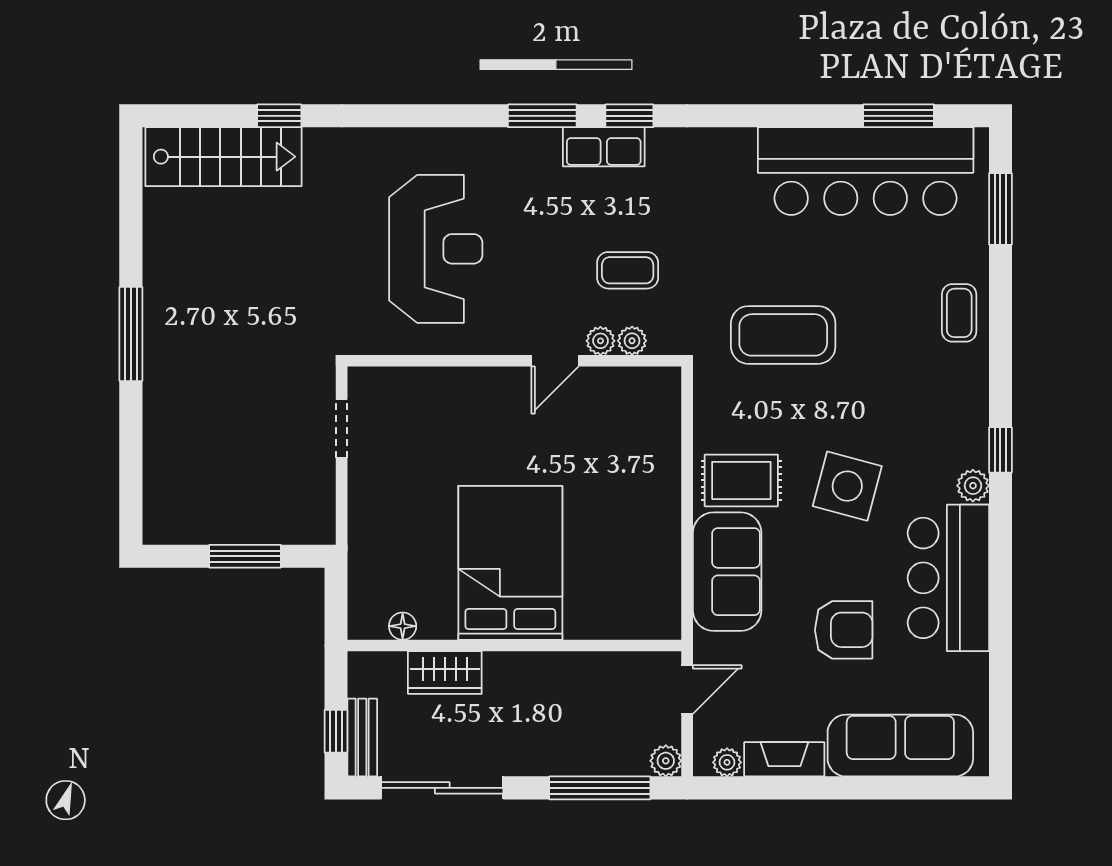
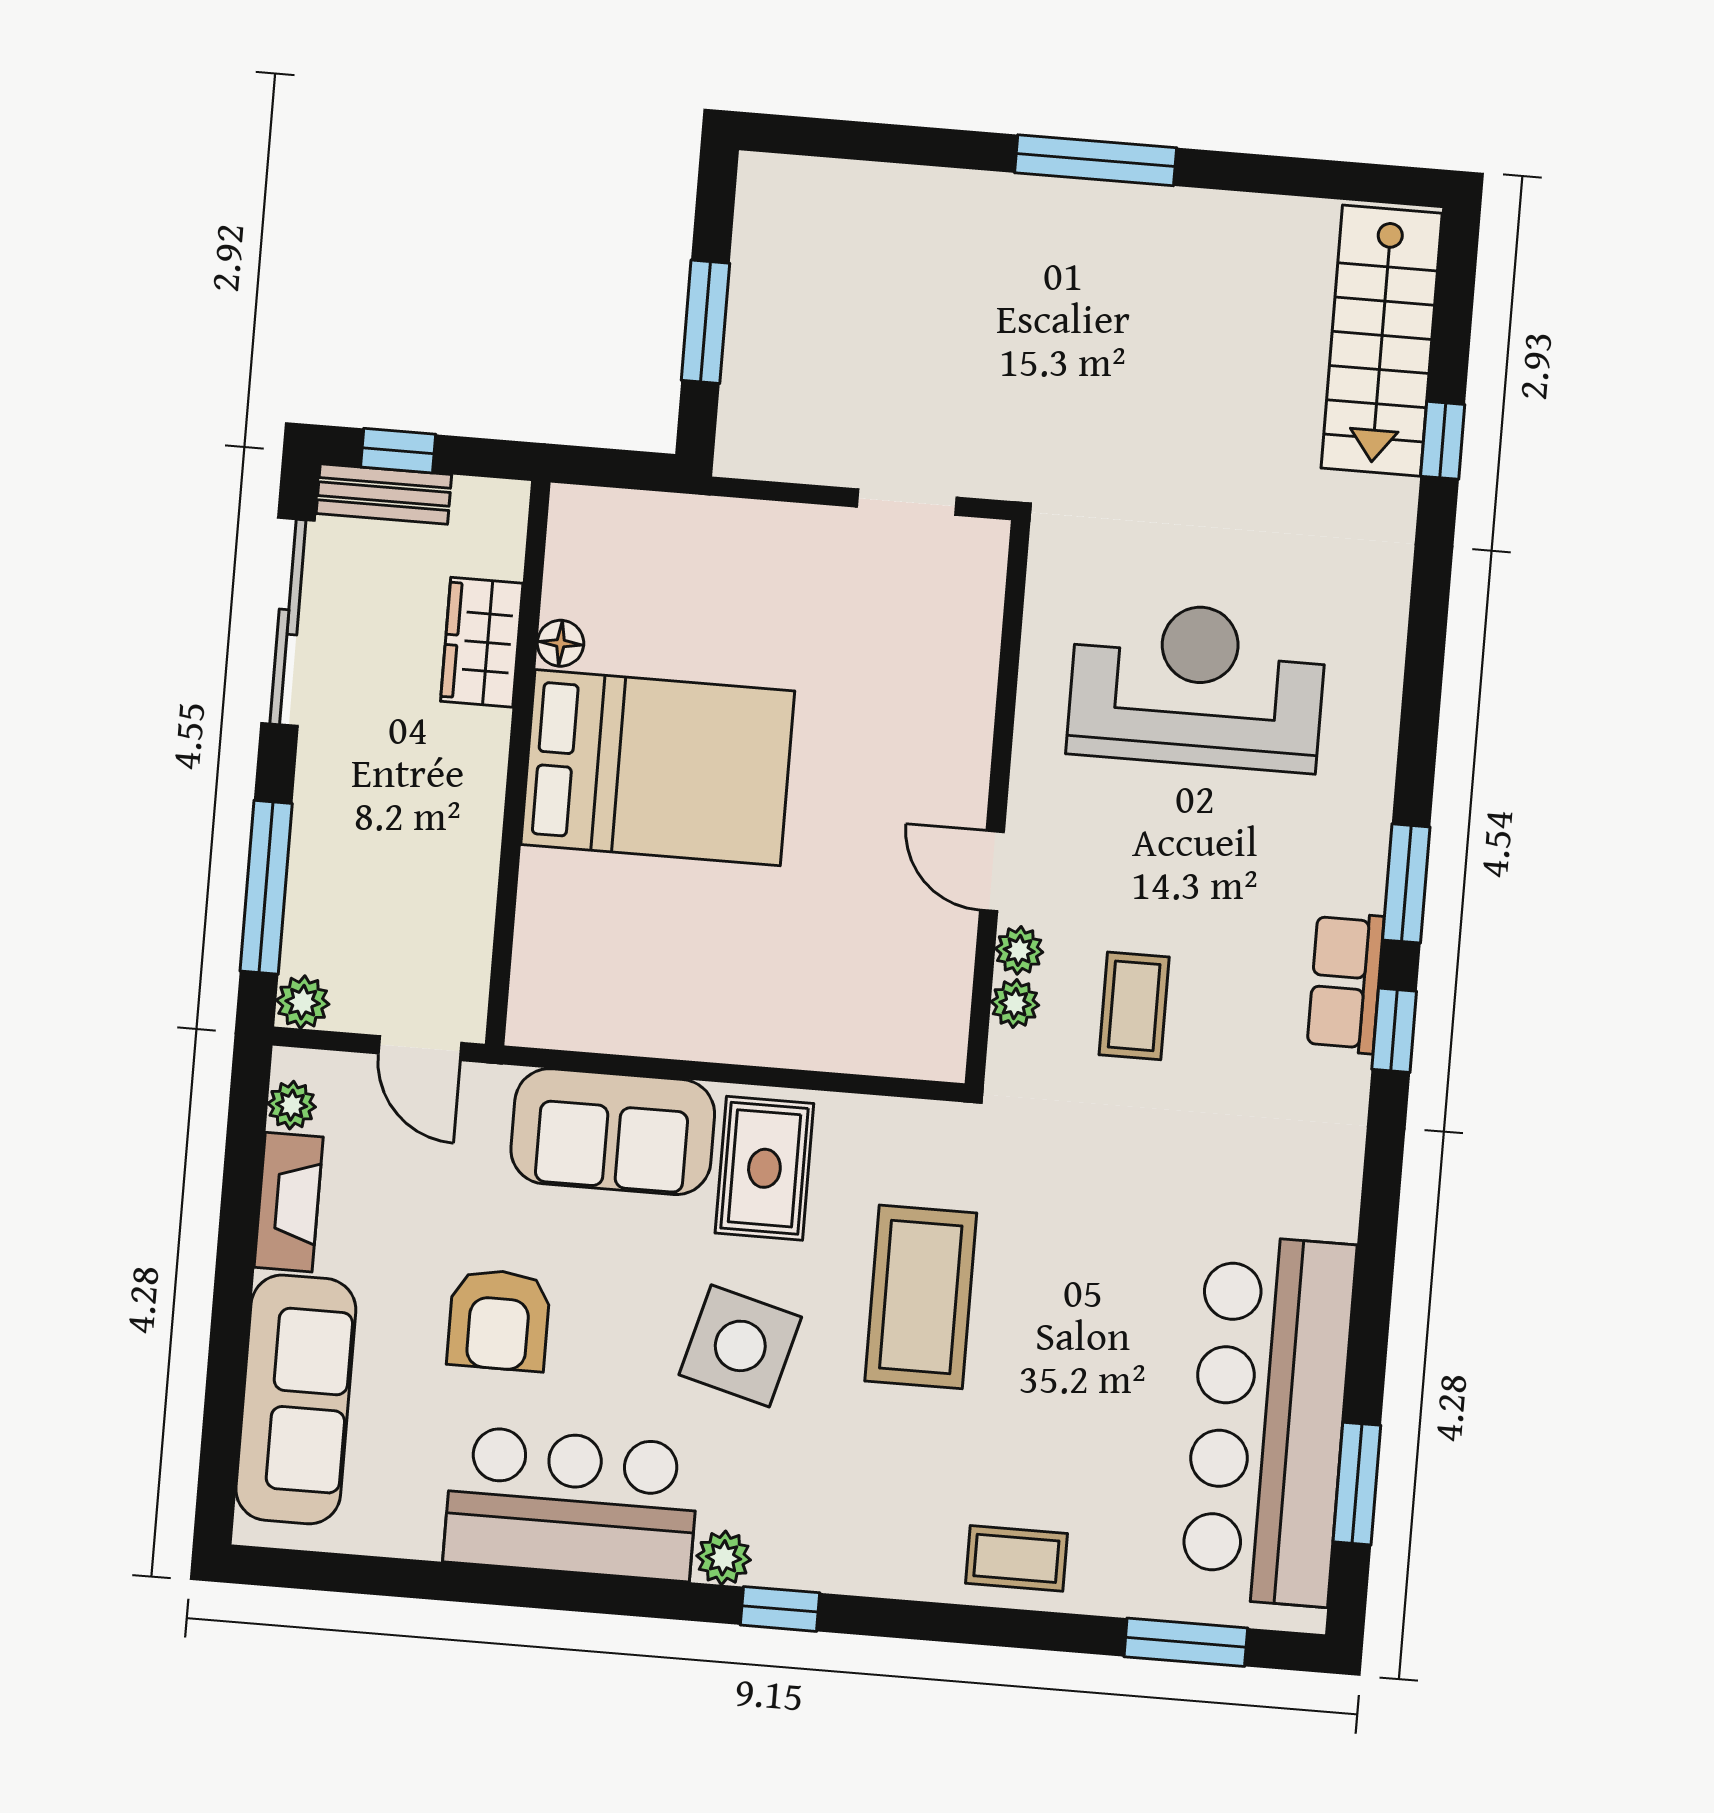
reception desk: (436, 249) -> (1197, 686), turned 180
coffee table: (783, 335) -> (921, 1297), moved
floor lamp: (403, 626) -> (560, 643), moved

